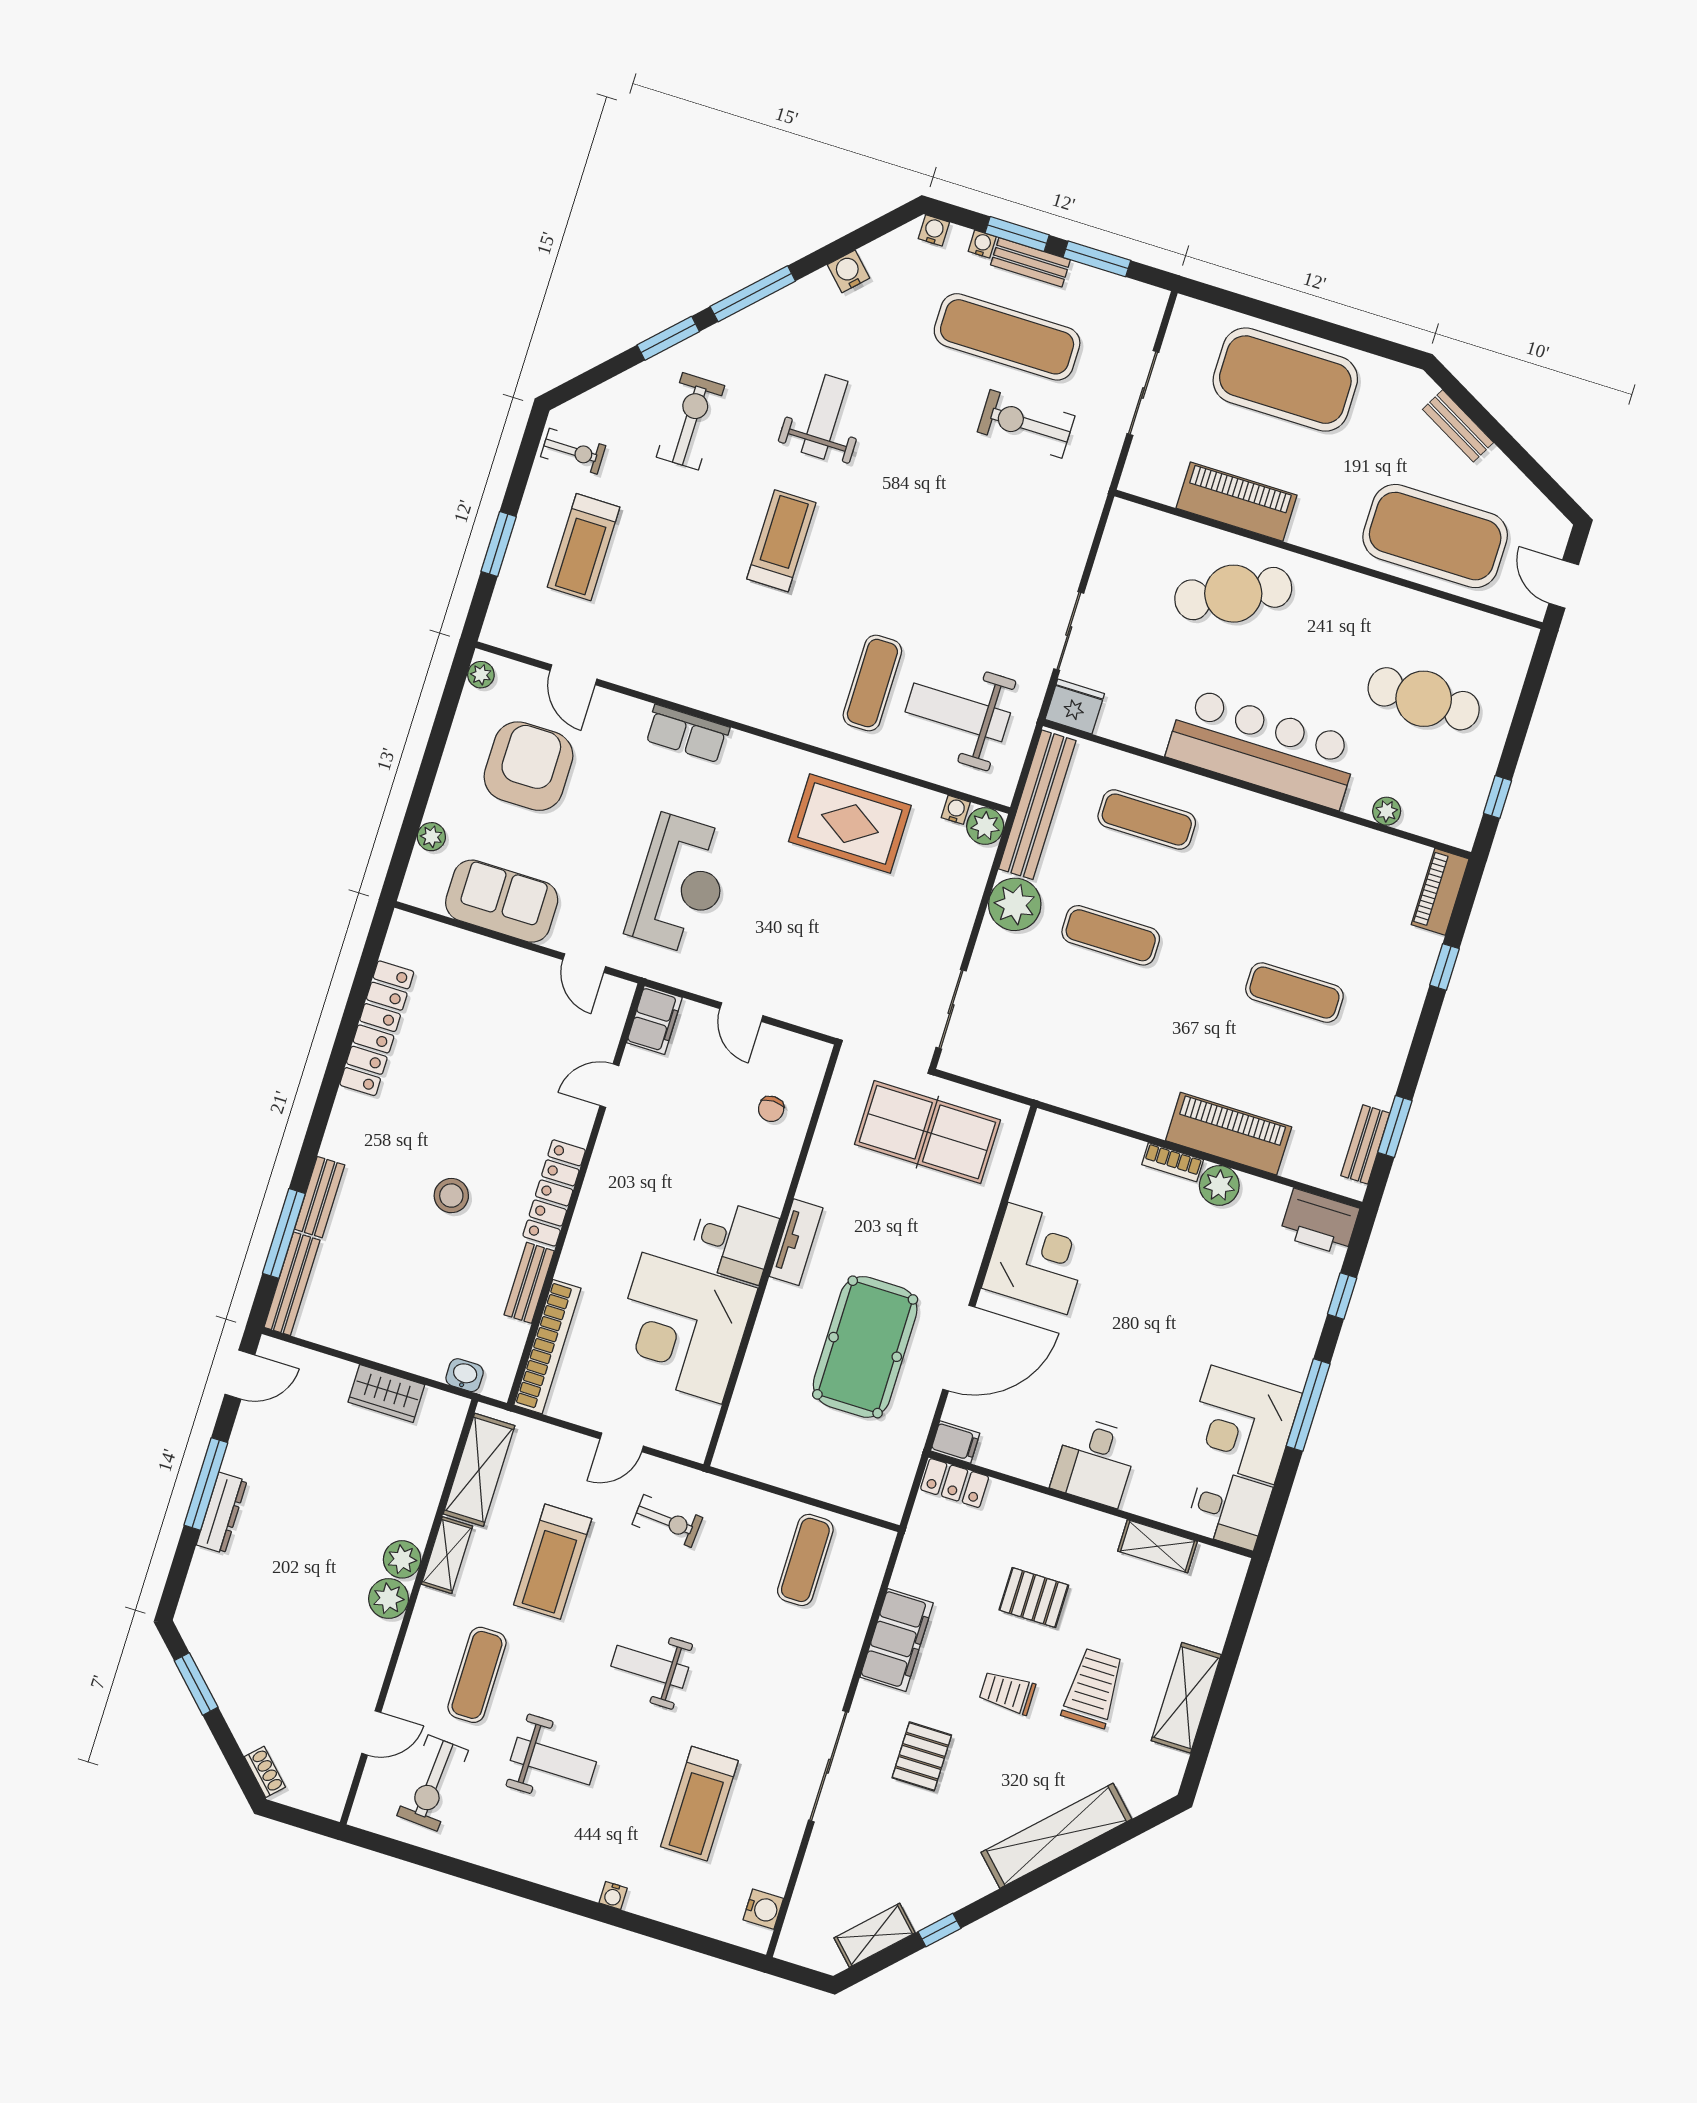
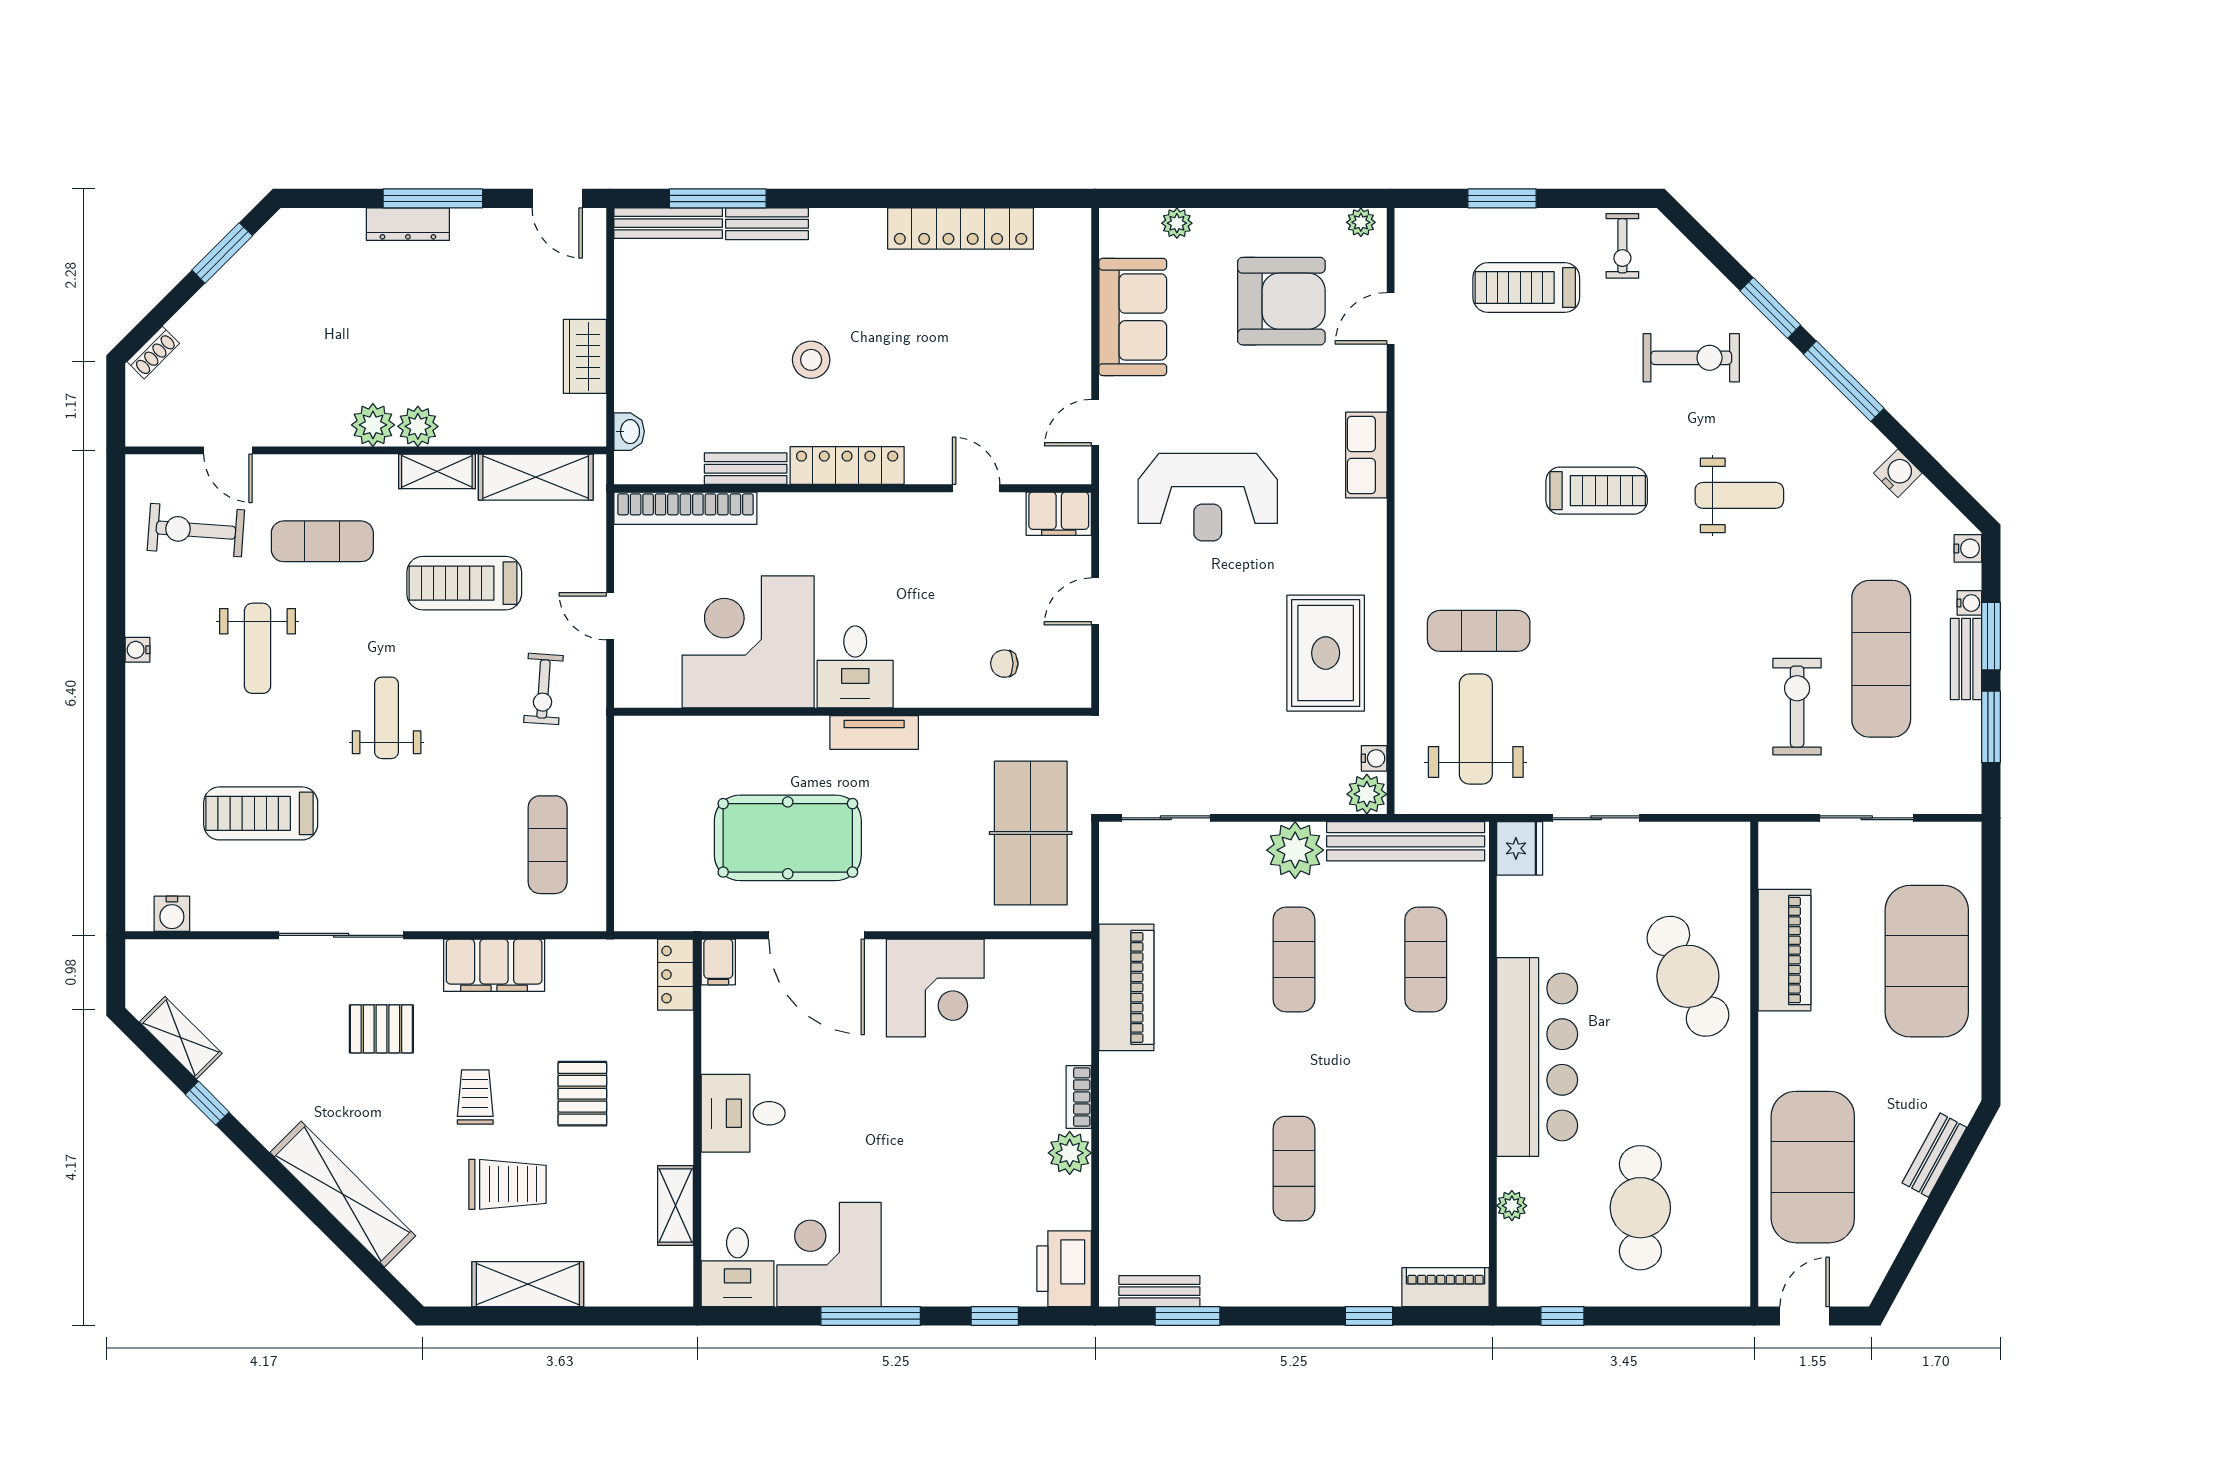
piano: (1229, 1134) -> (1126, 987), moved
exercise mat: (805, 1560) -> (548, 845), turned 90
water cooler: (613, 1895) -> (138, 650), moved

